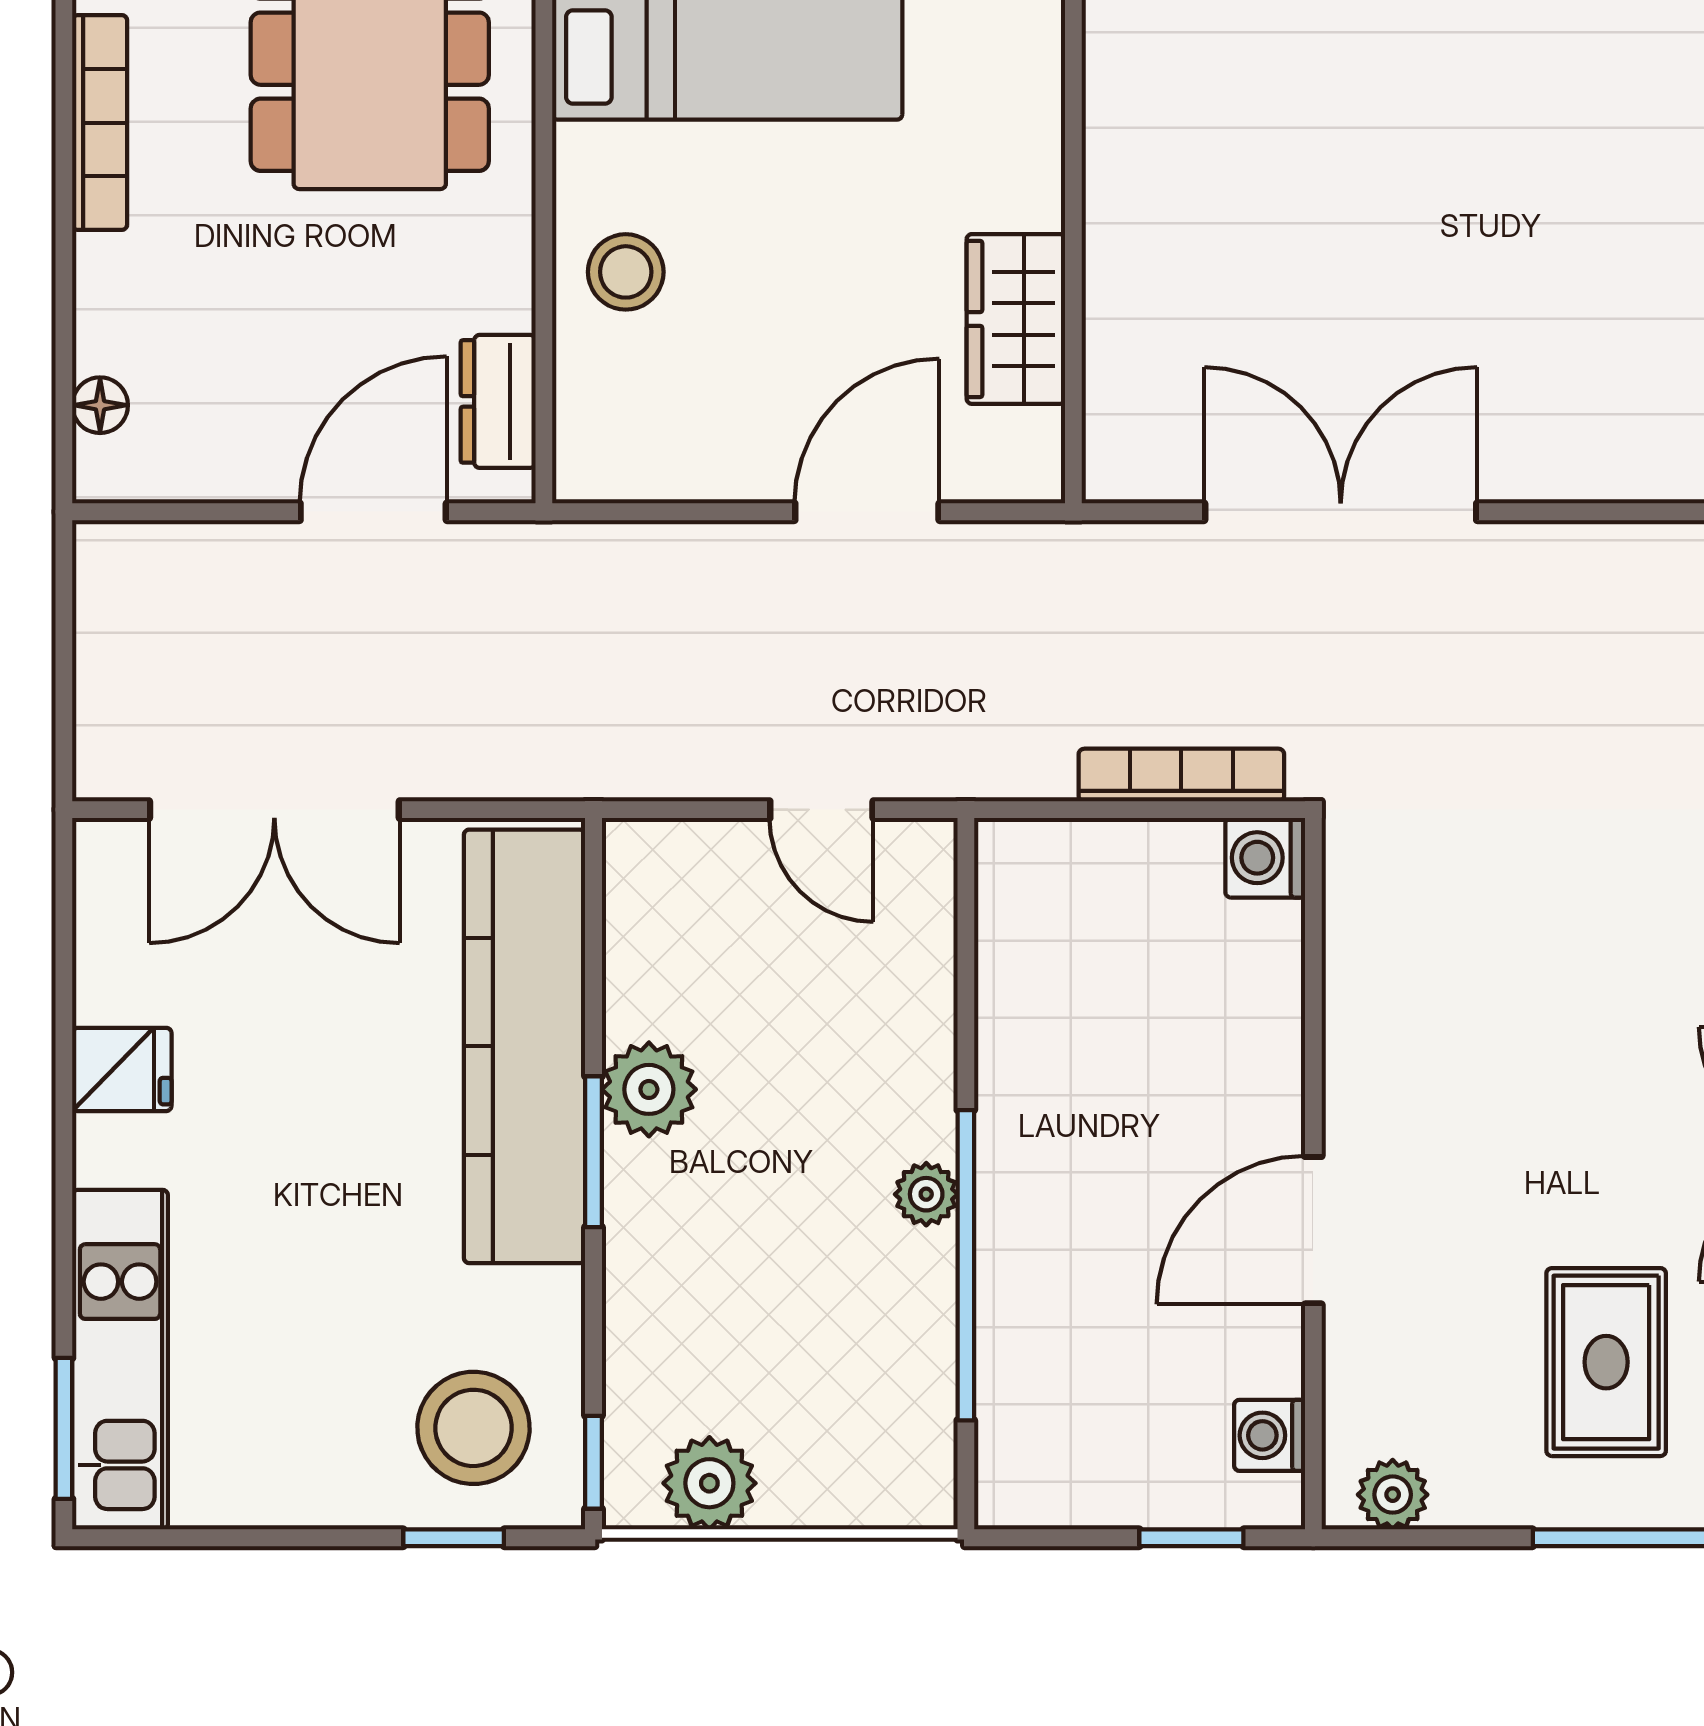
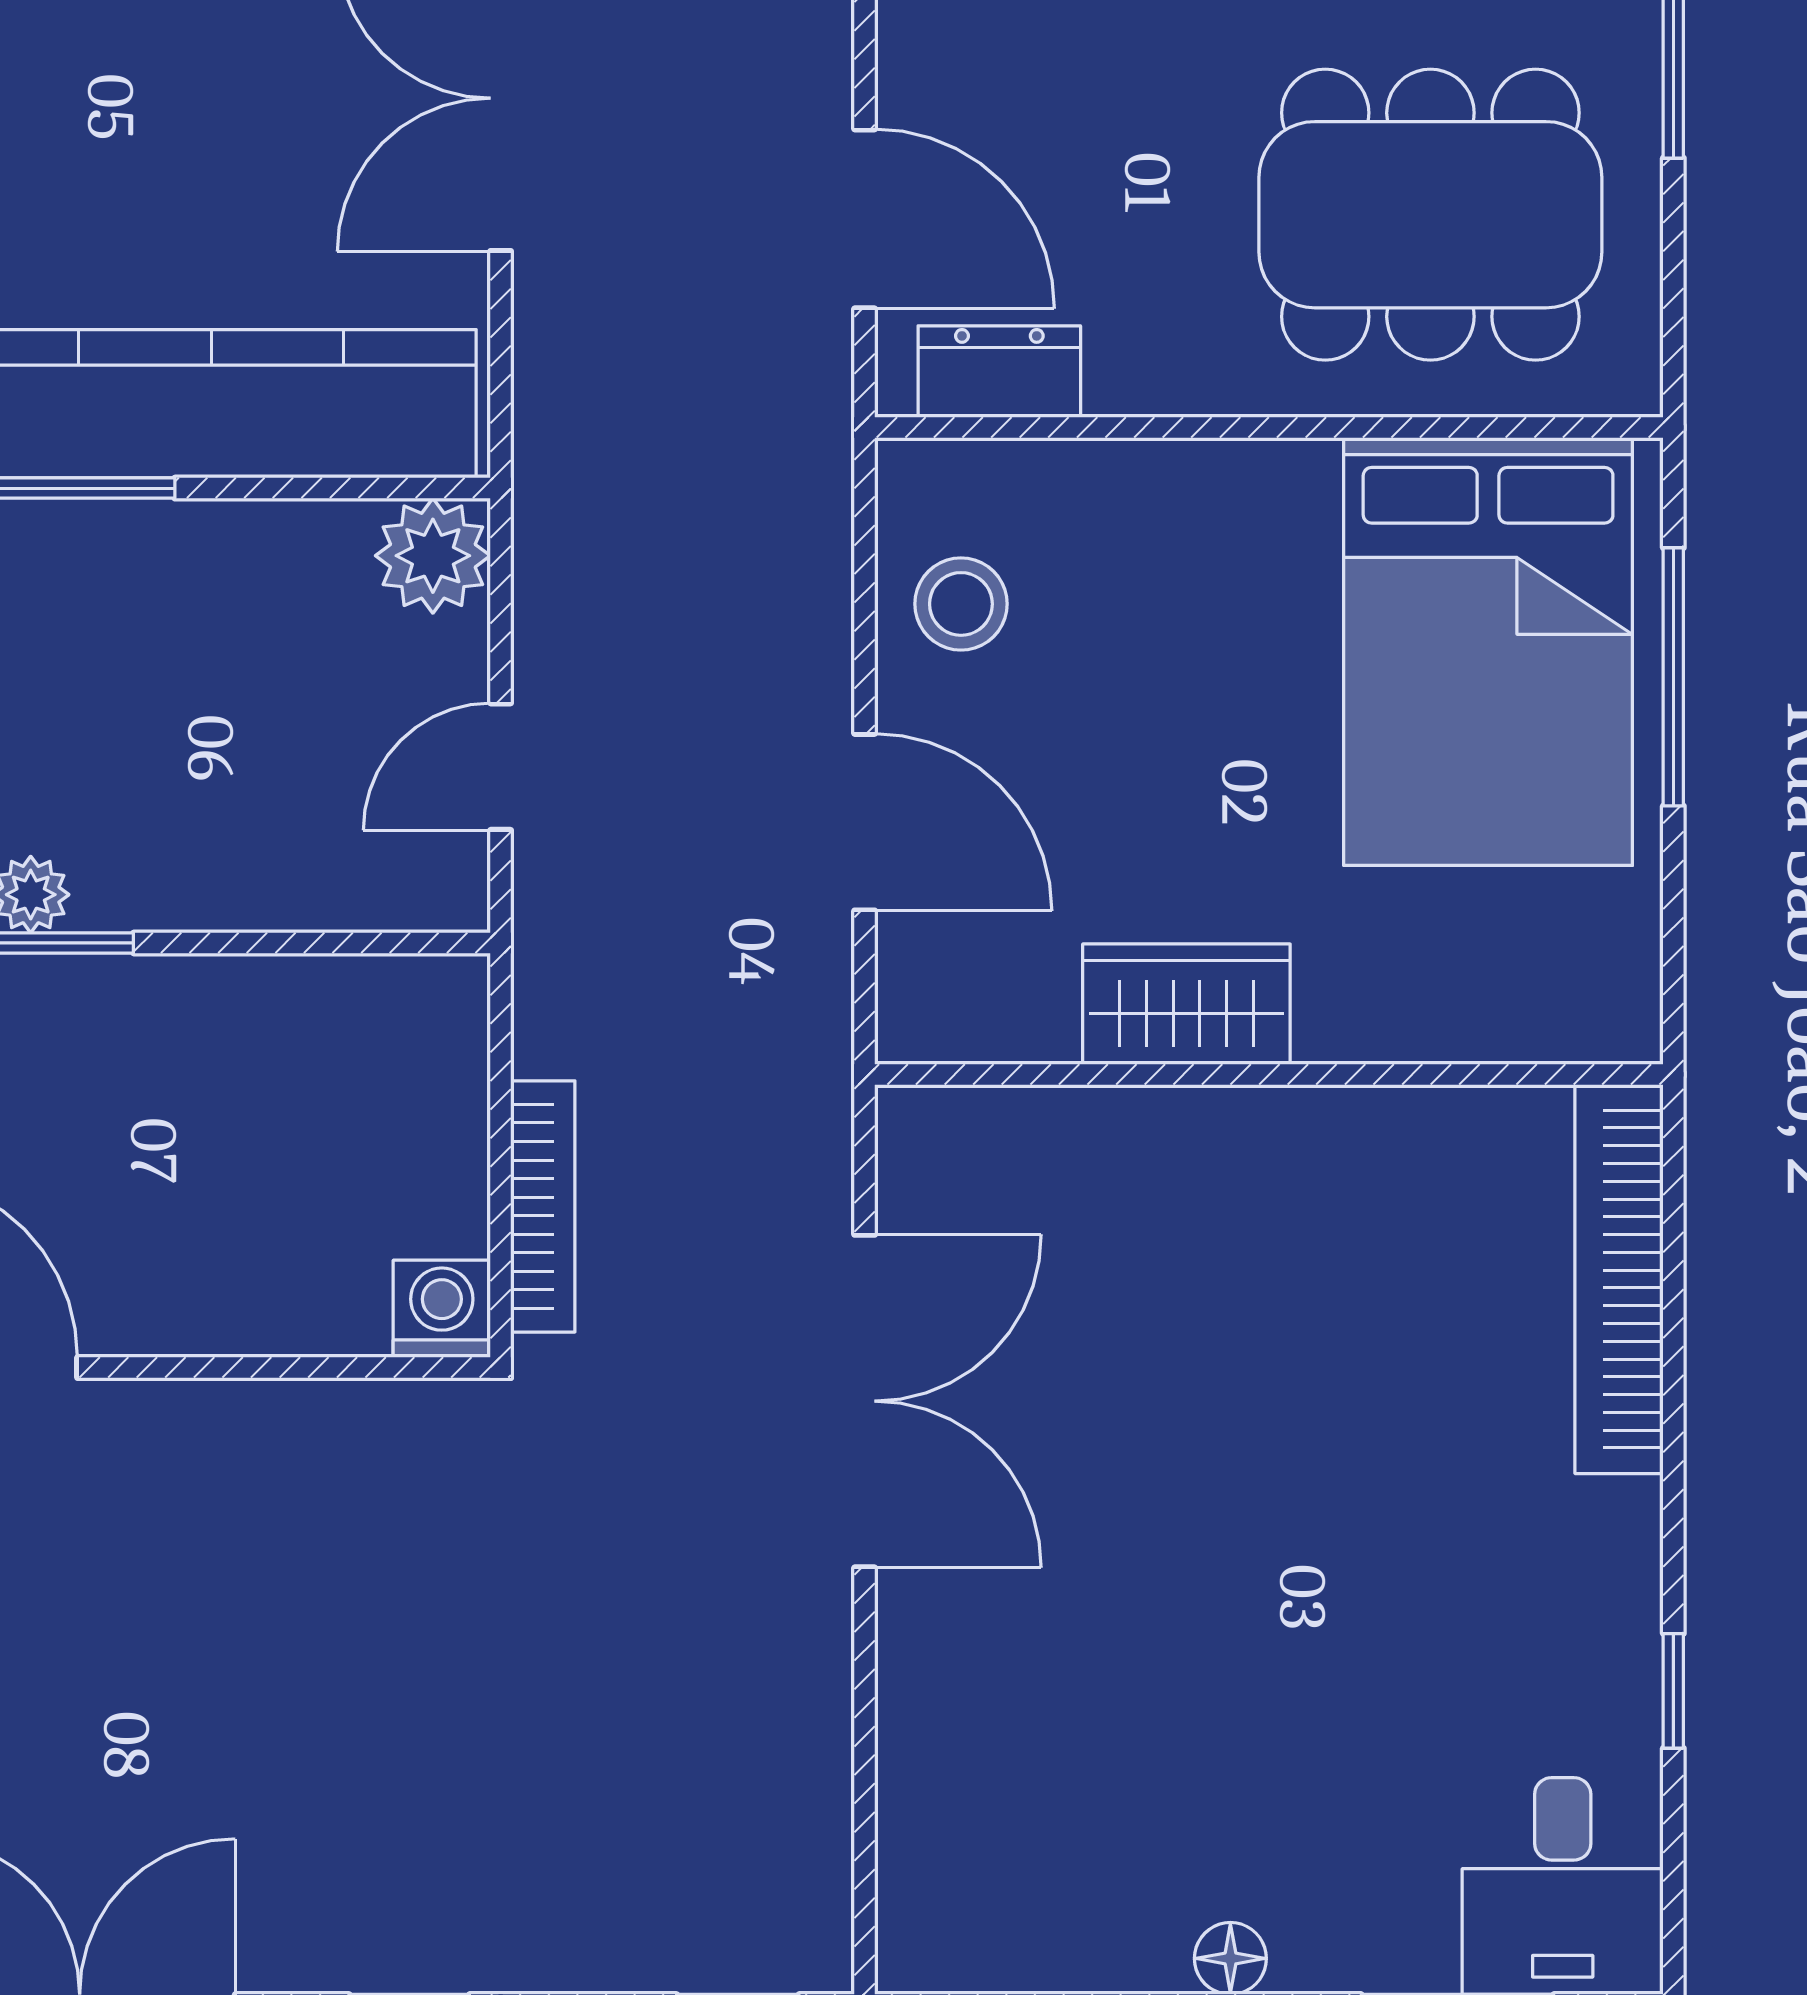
stool: (626, 272) -> (961, 604), moved
wardrobe: (1016, 319) -> (1186, 1004), moved
plant: (649, 1089) -> (433, 556), moved

